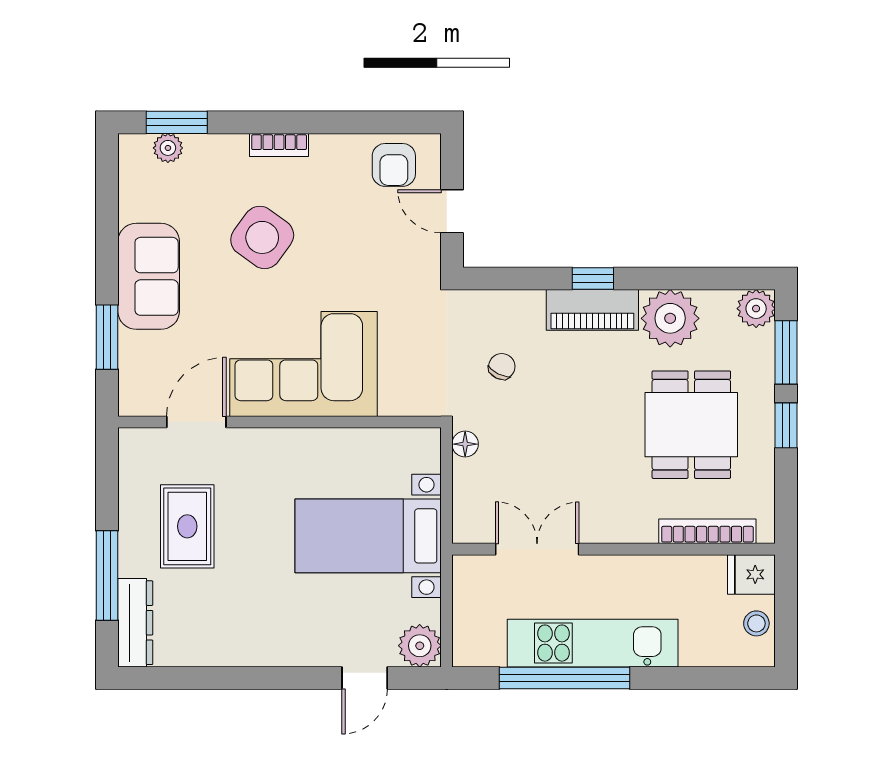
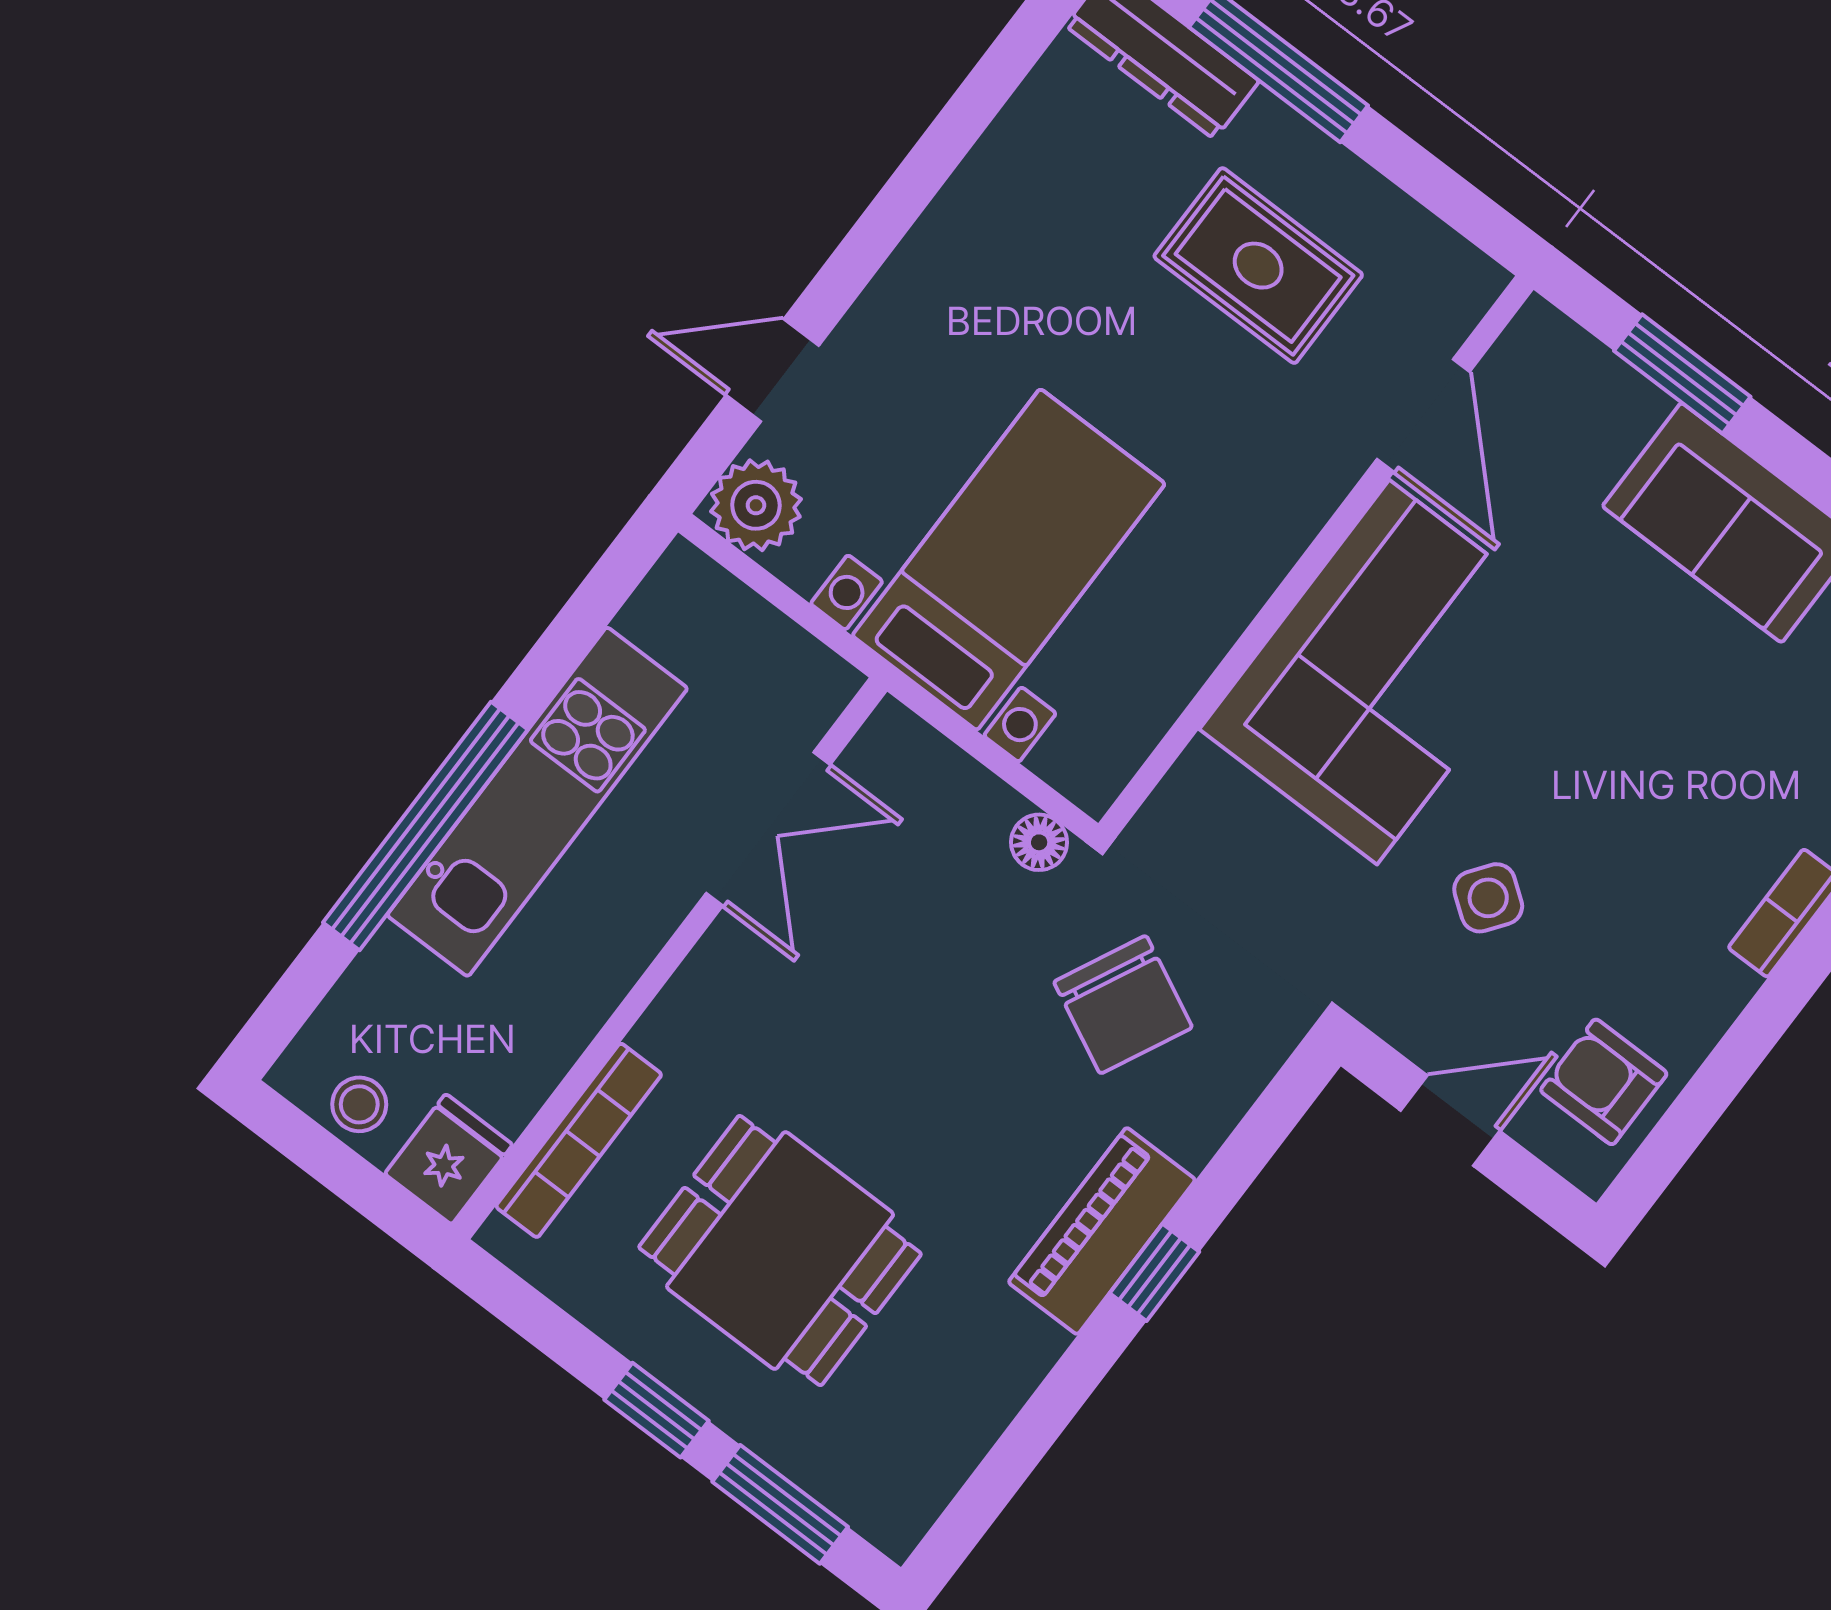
side table: (262, 237) -> (1488, 898), moved, width x0.54, depth x0.54
plant: (756, 309) -> (893, 1510), removed
plant: (670, 318) -> (987, 1352), removed
chair: (502, 366) -> (1123, 1005), width x1.87, depth x1.87
door: (365, 678) -> (772, 370), hinge flipped
window: (564, 678) -> (425, 826), moved

